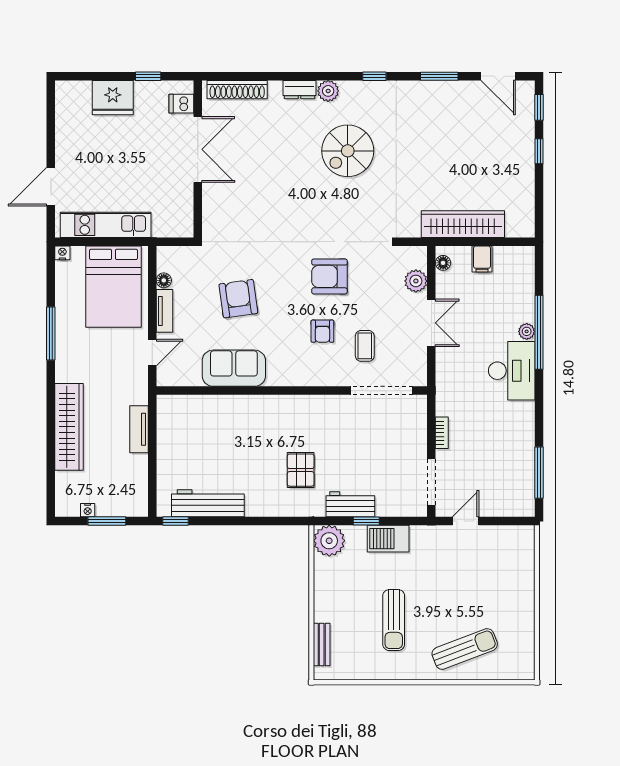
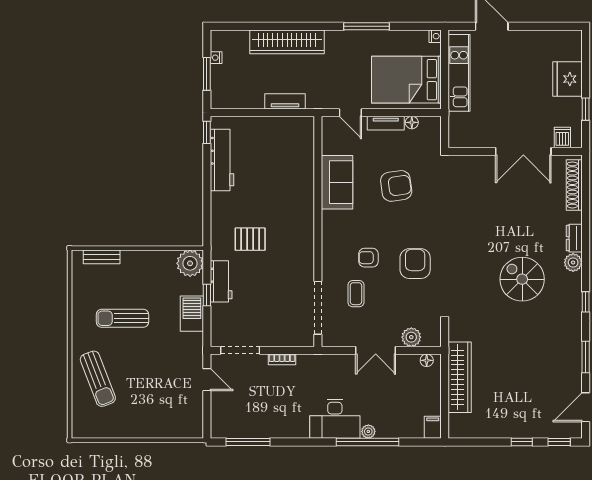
filing cabinet: (482, 259) -> (433, 427), moved, turned 90
coffee table: (365, 346) -> (356, 294), turned 90

